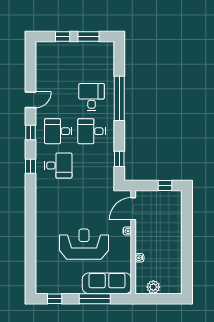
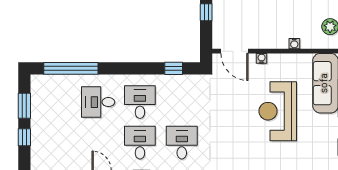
window: (119, 98) -> (71, 68), moved
desk: (58, 131) -> (140, 143), turned 180
desk: (92, 131) -> (140, 102), turned 180

